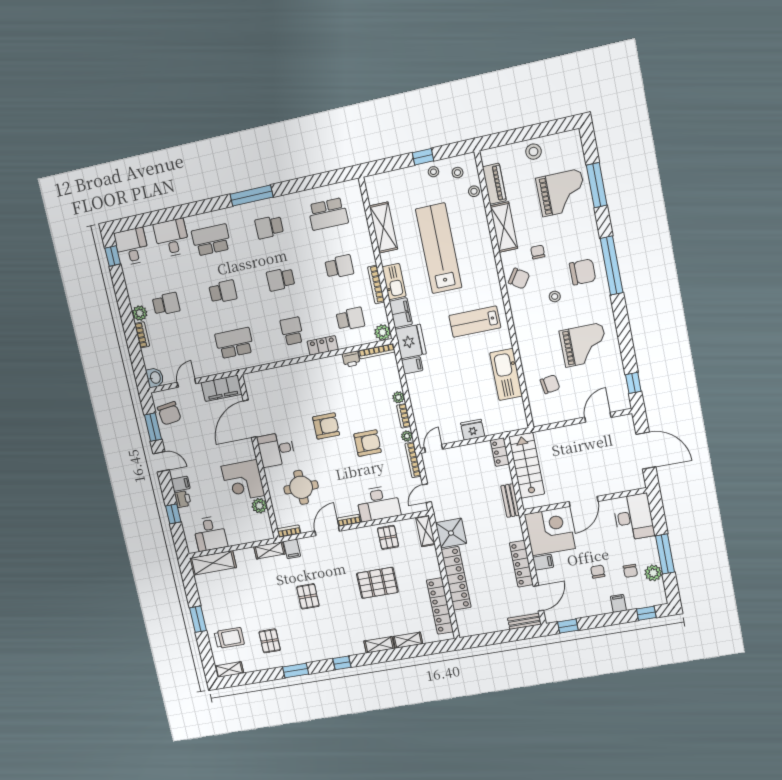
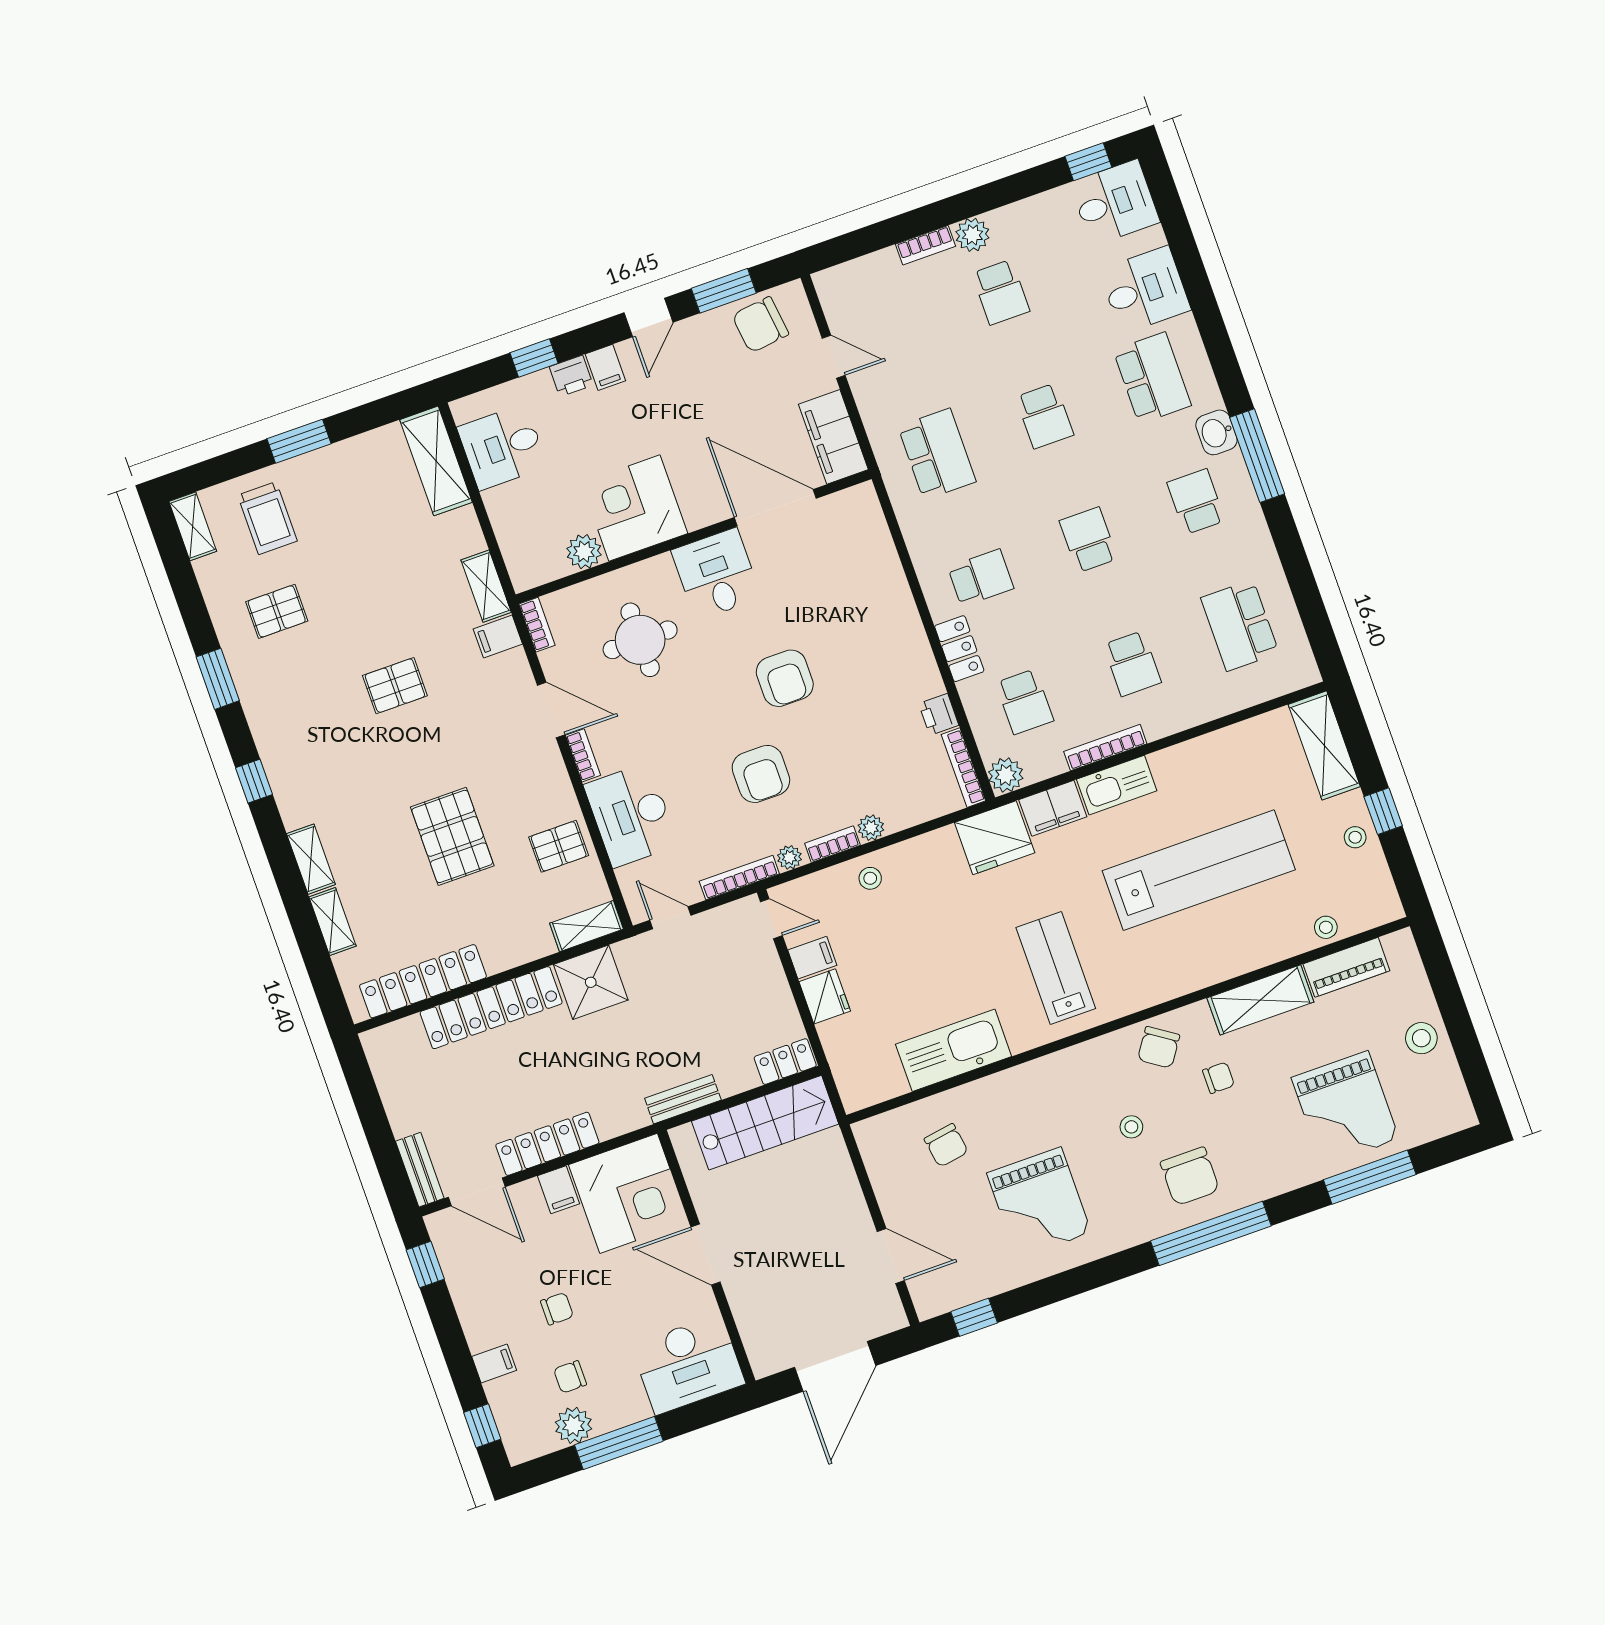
stool: (458, 173) -> (870, 878), moved
shelving: (383, 228) -> (1324, 745), moved, turned 90
filing cabinet: (412, 365) -> (812, 958), moved, turned -90
washbasin: (155, 378) -> (1216, 432), moved, turned 90

